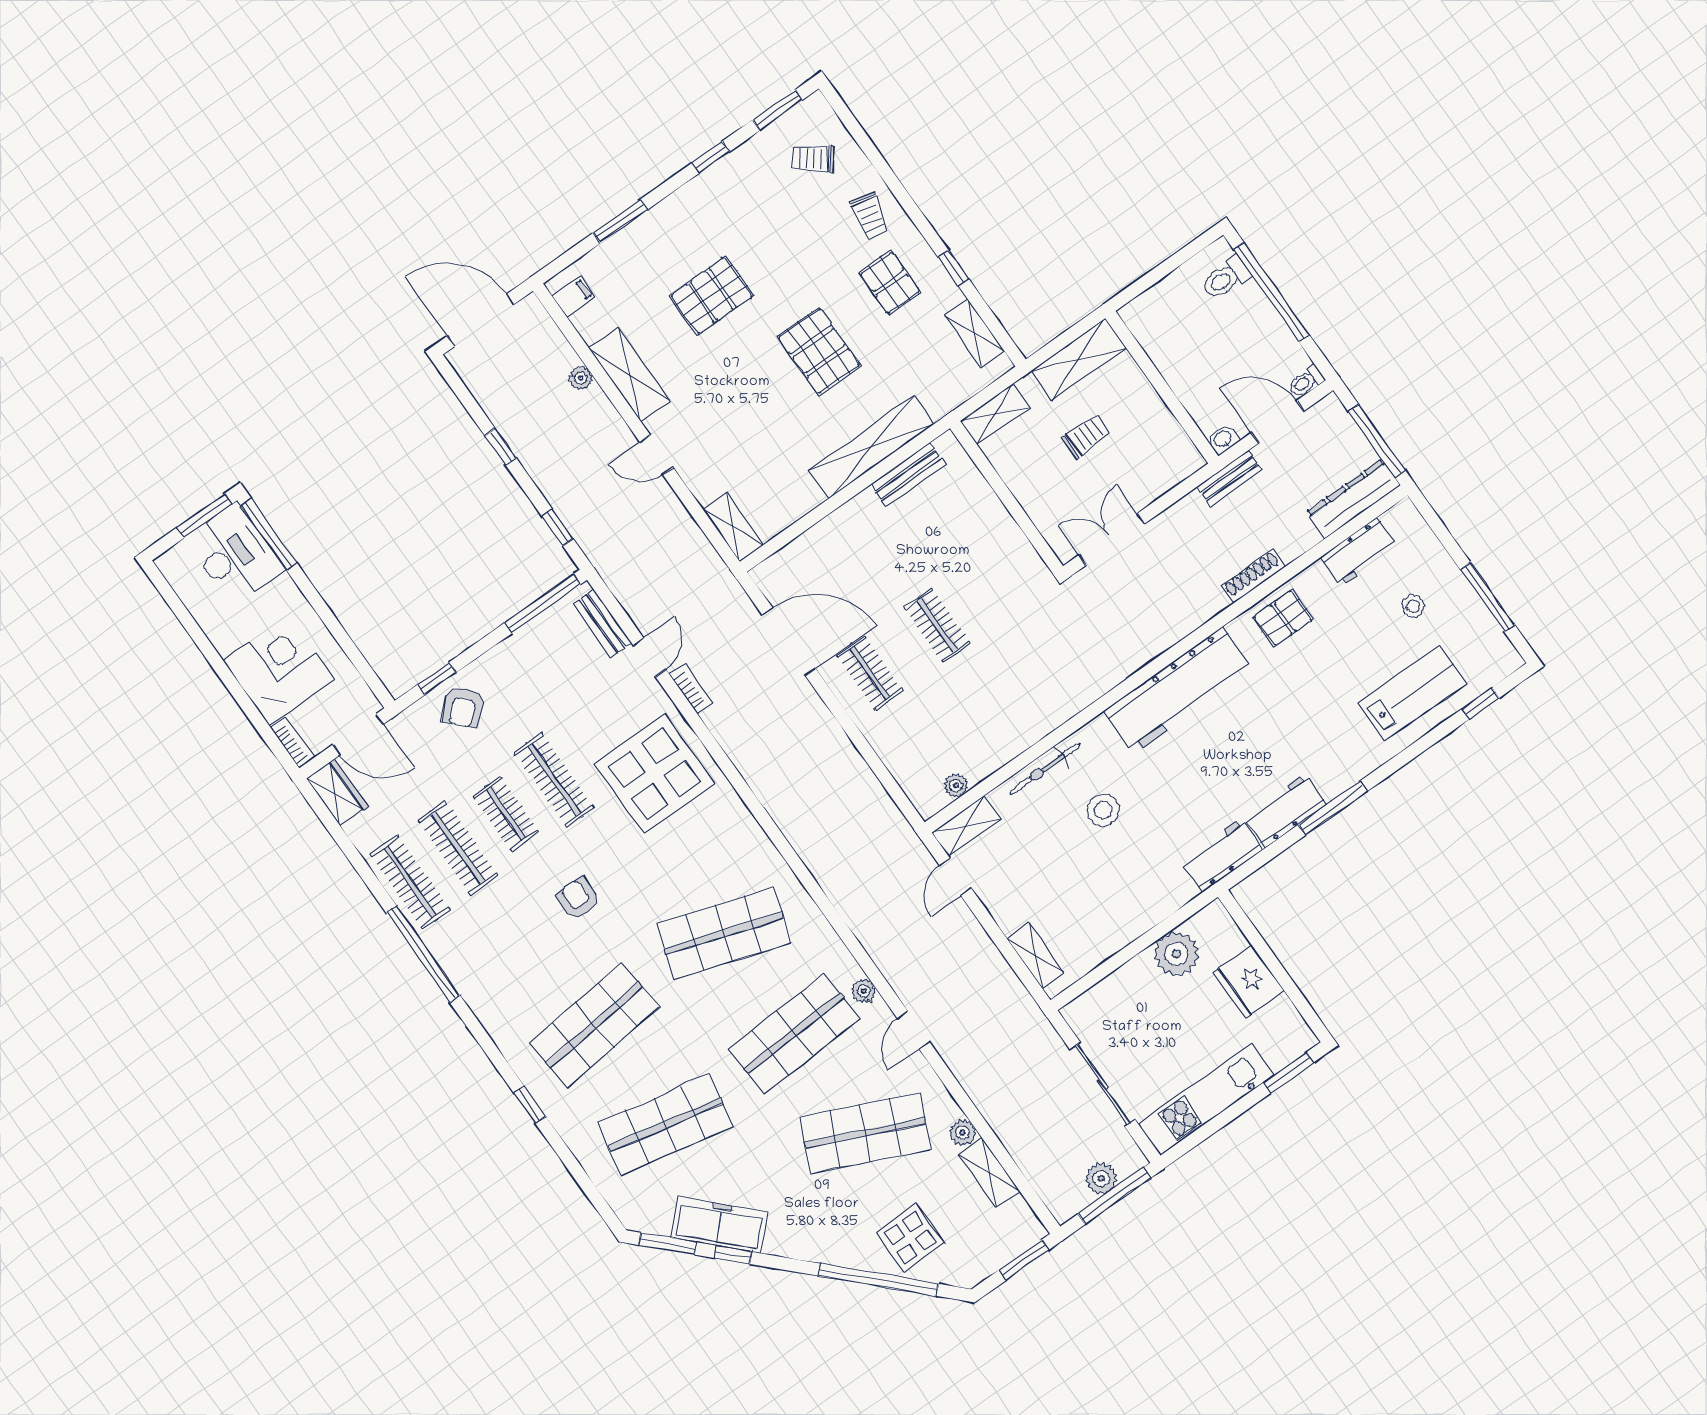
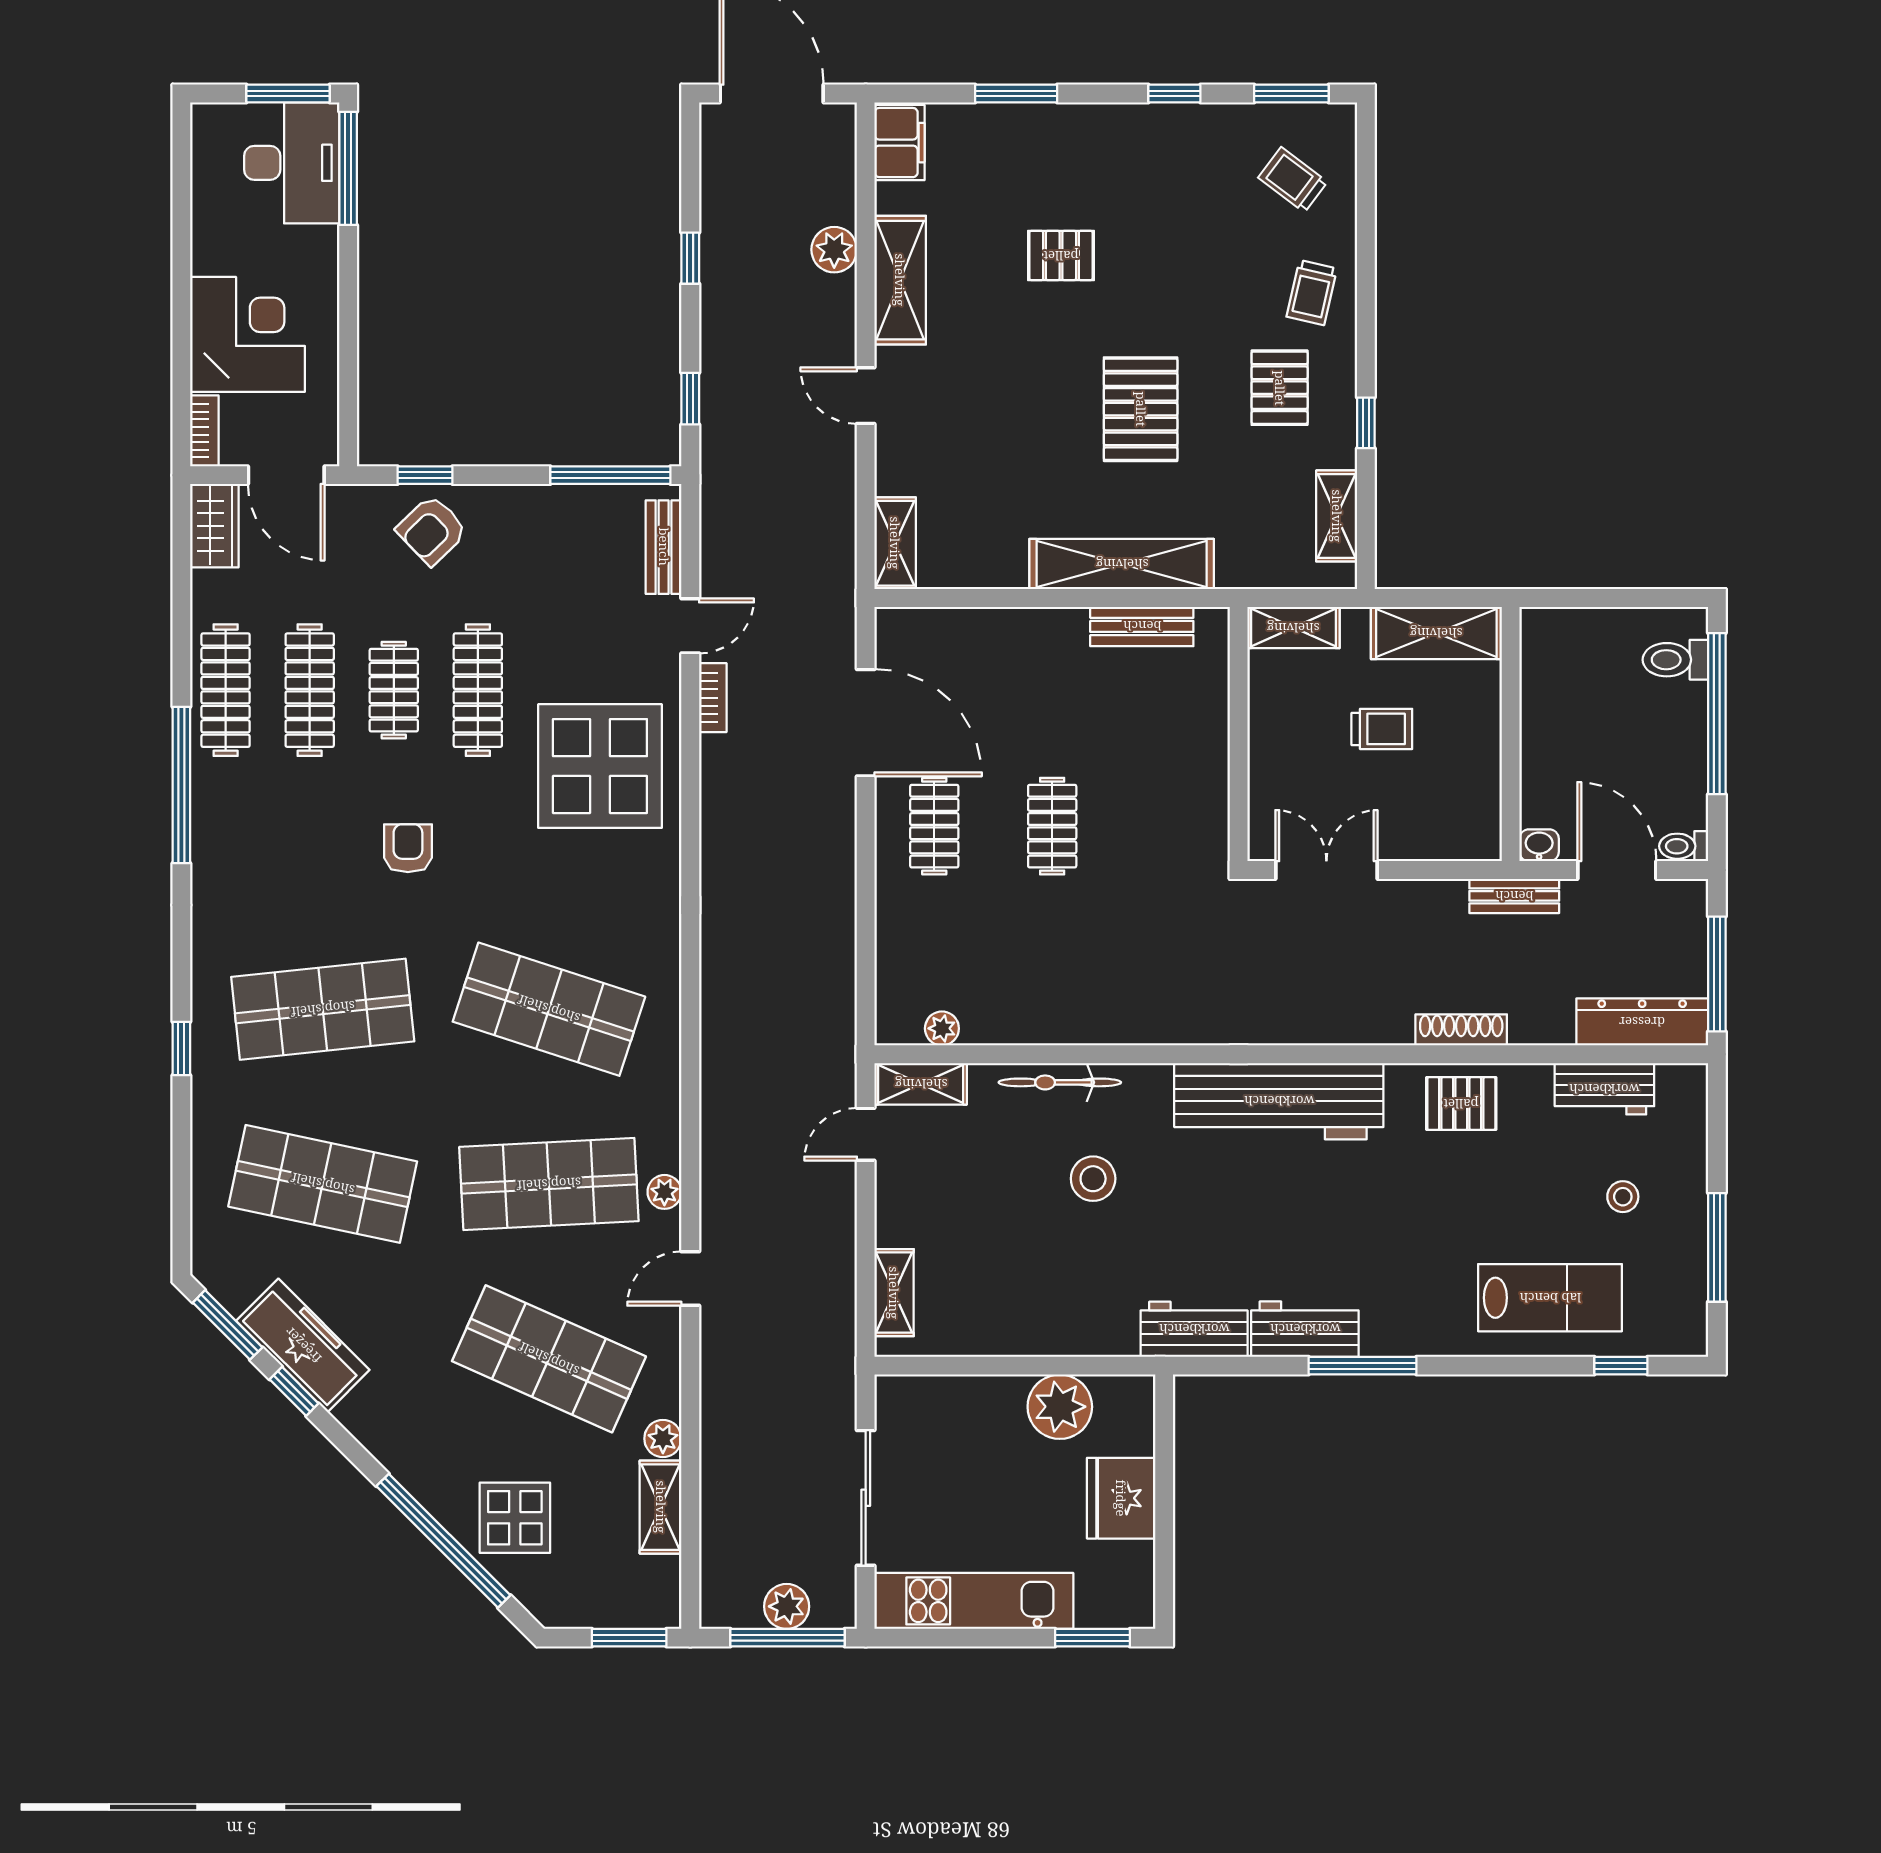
filing cabinet: (574, 296) -> (900, 143), width x2.00
pallet: (711, 296) -> (1061, 256), width x0.67, depth x0.71
plant: (581, 378) -> (834, 250), width x1.38, depth x1.38

